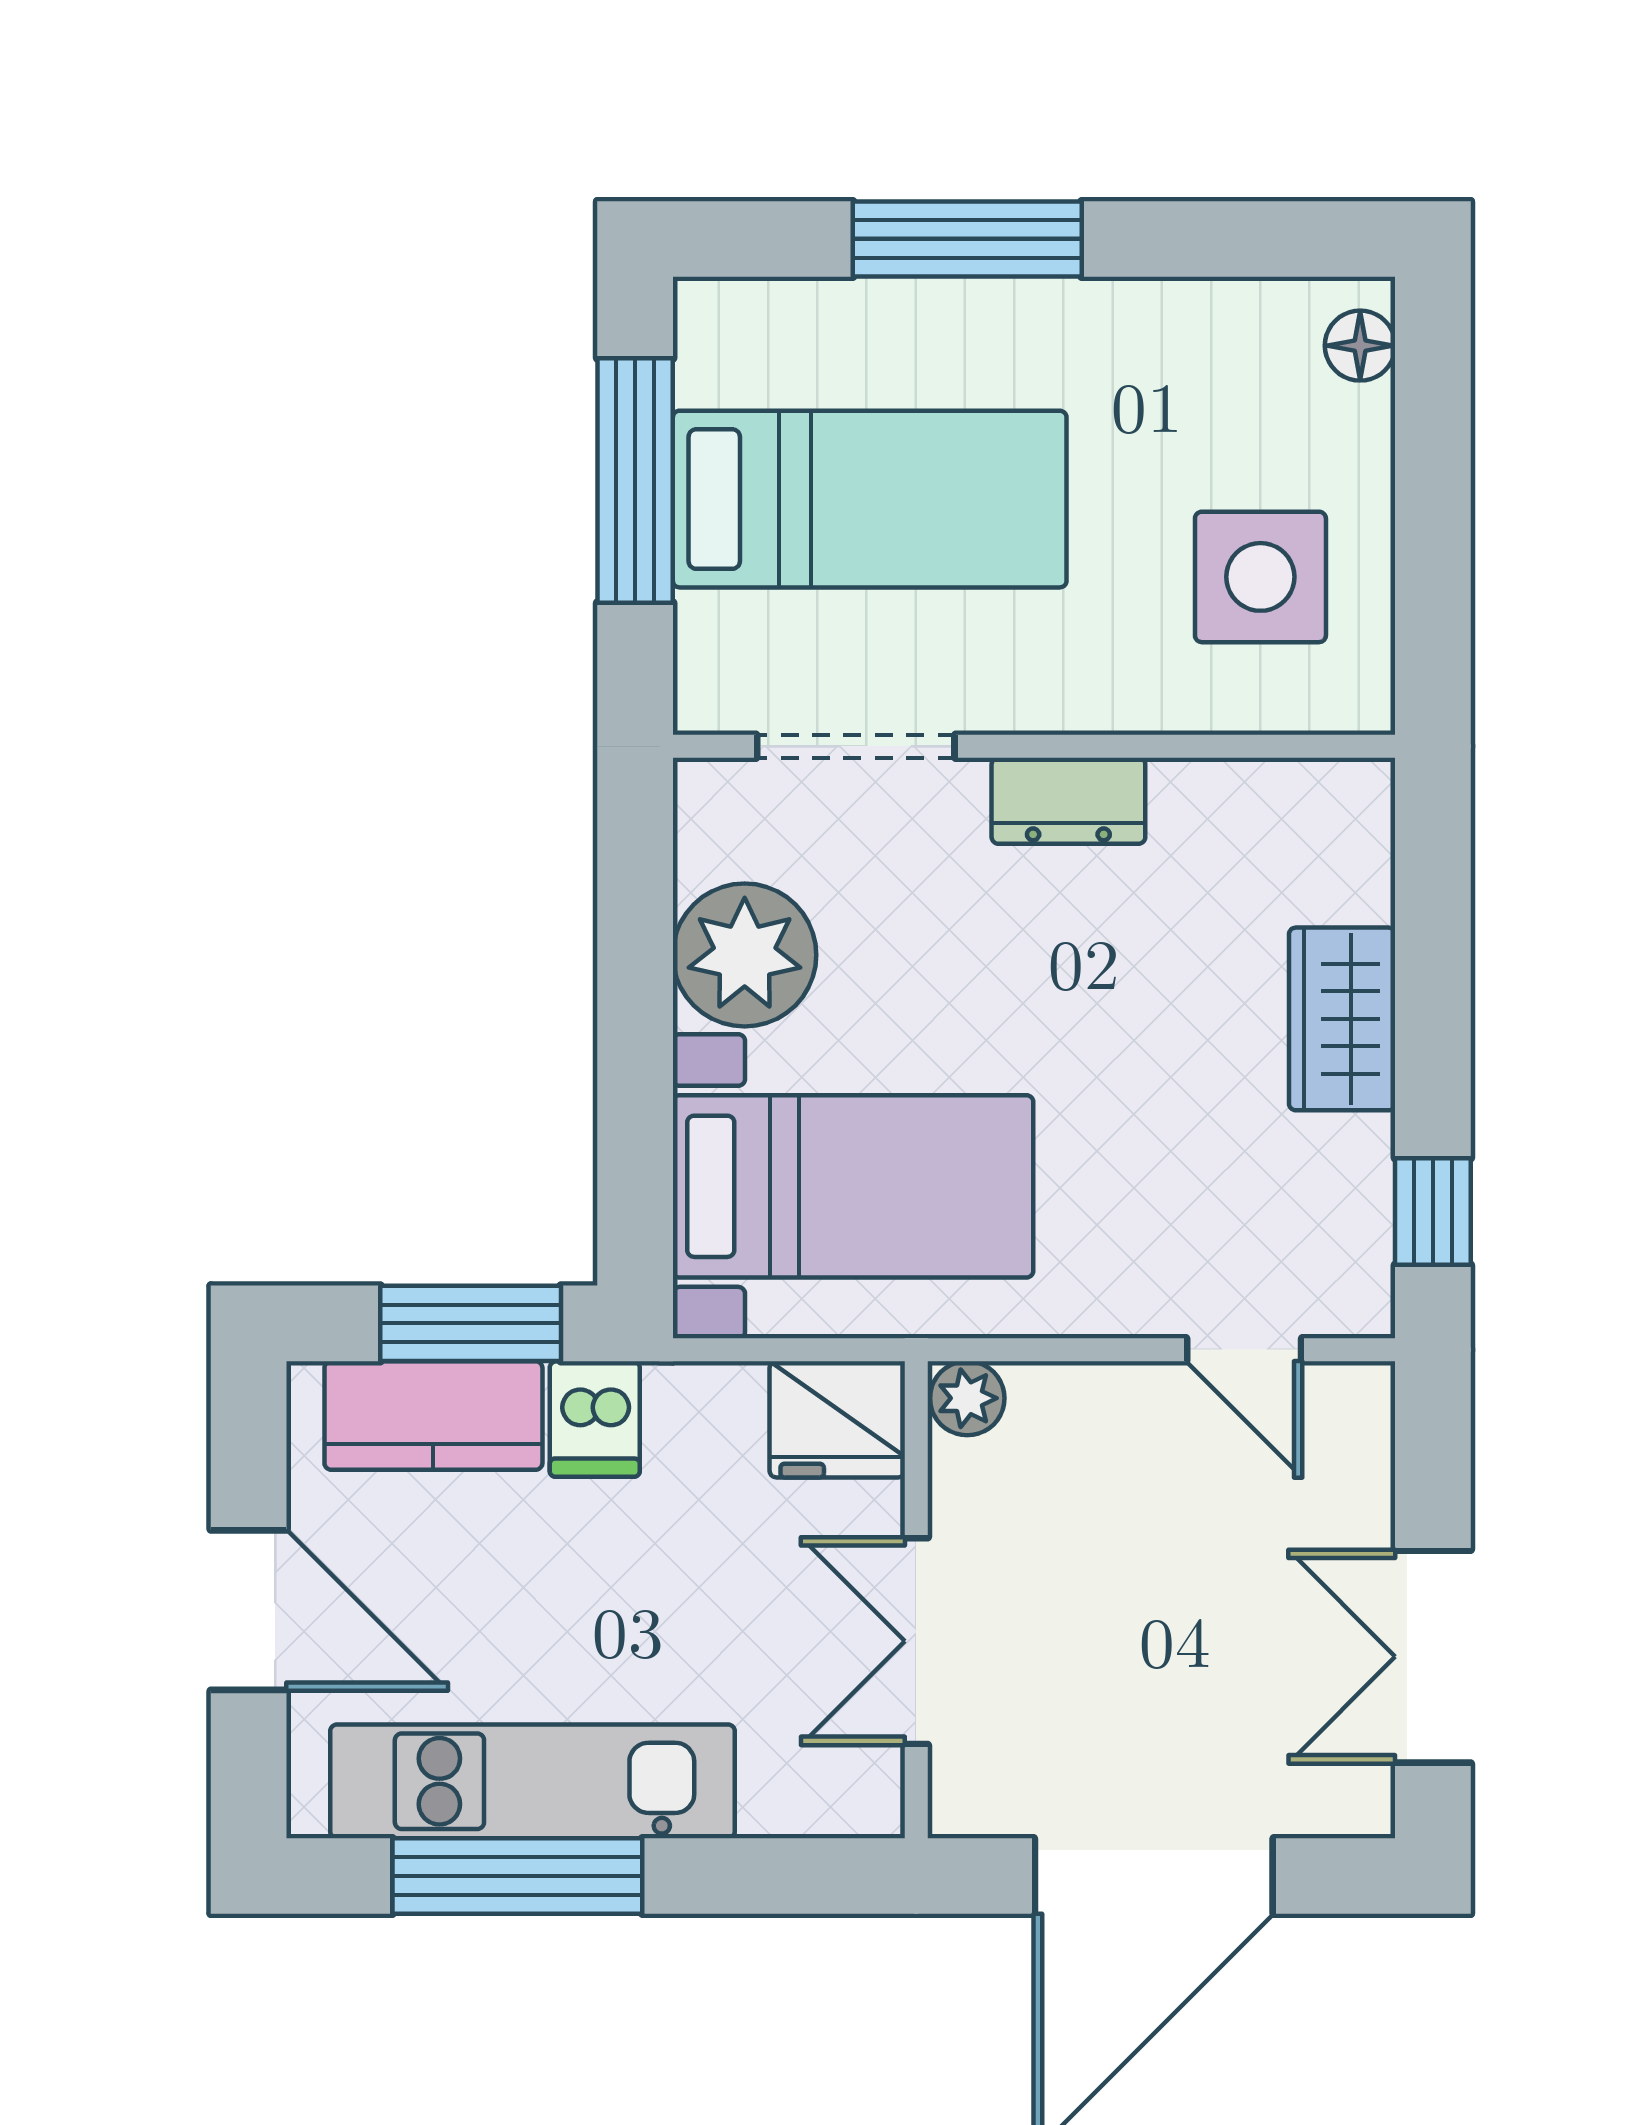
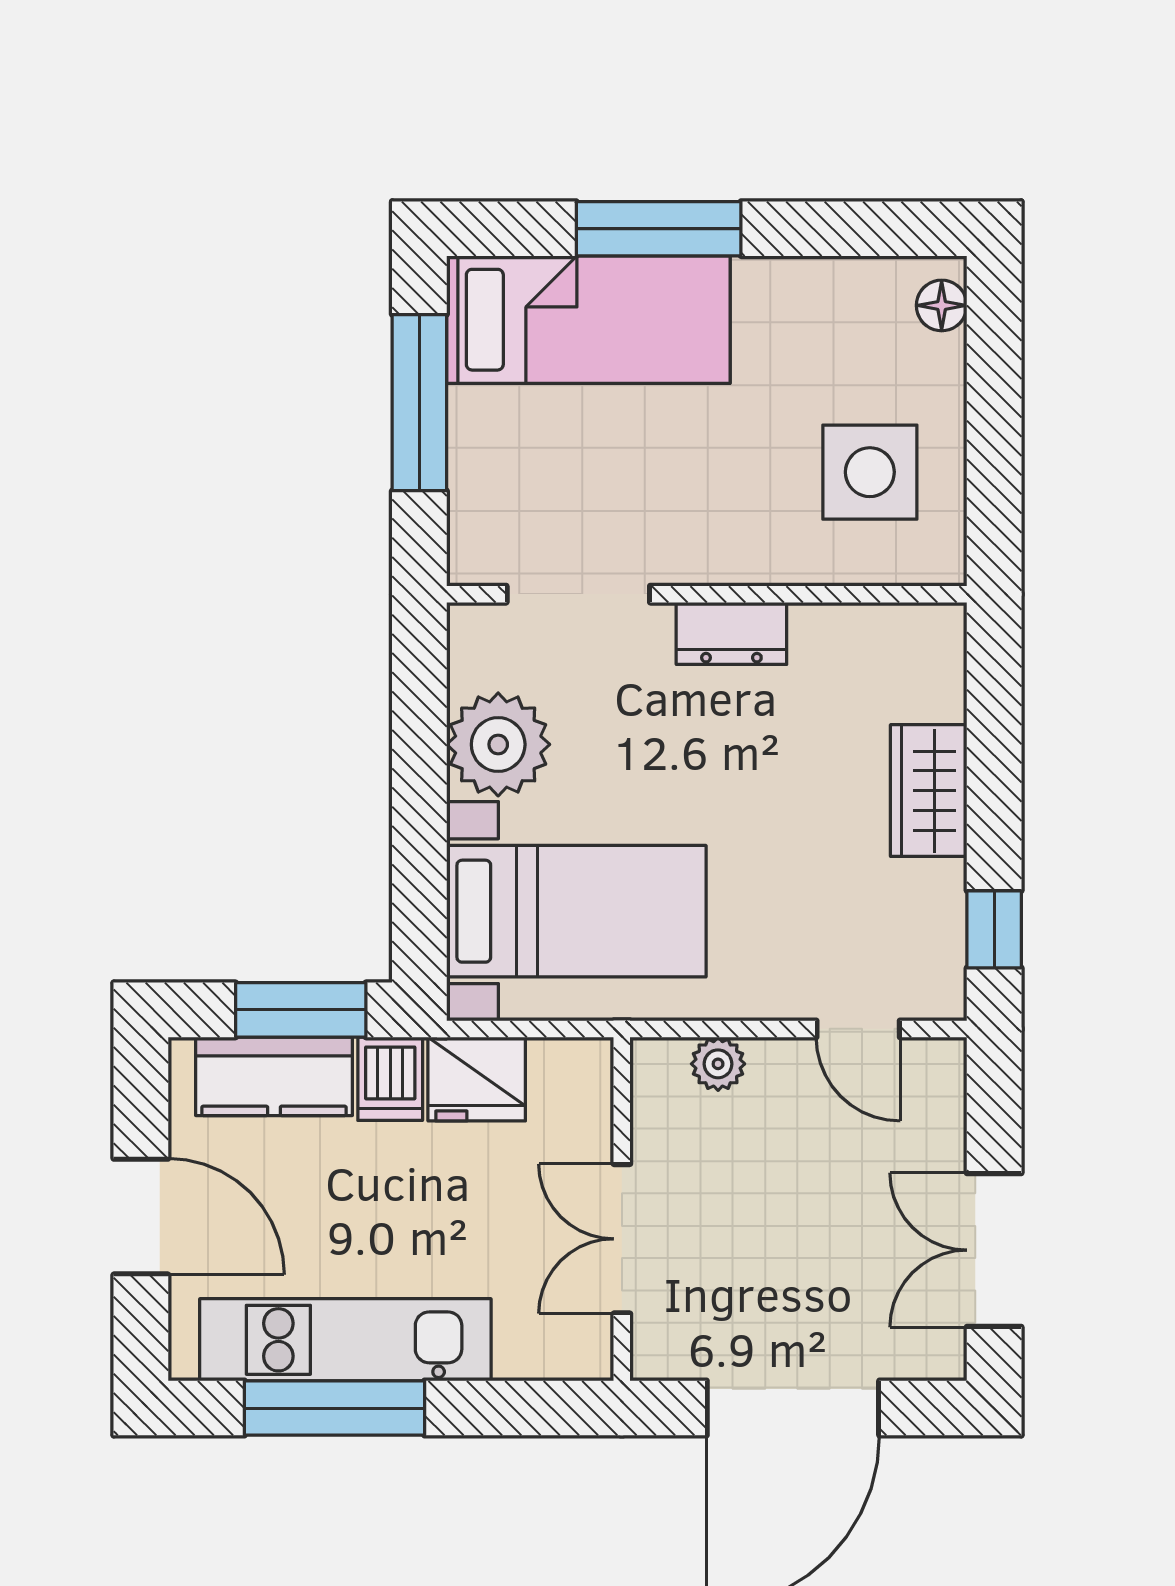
bed: (870, 499) -> (588, 320), moved
plant: (967, 1398) -> (718, 1064), moved
fridge: (837, 1419) -> (477, 1079), moved

